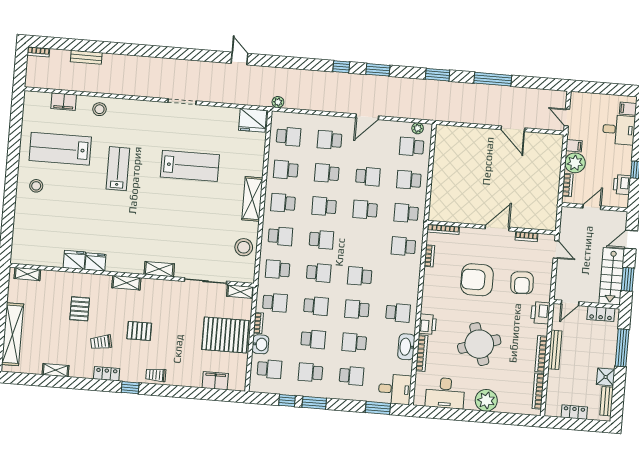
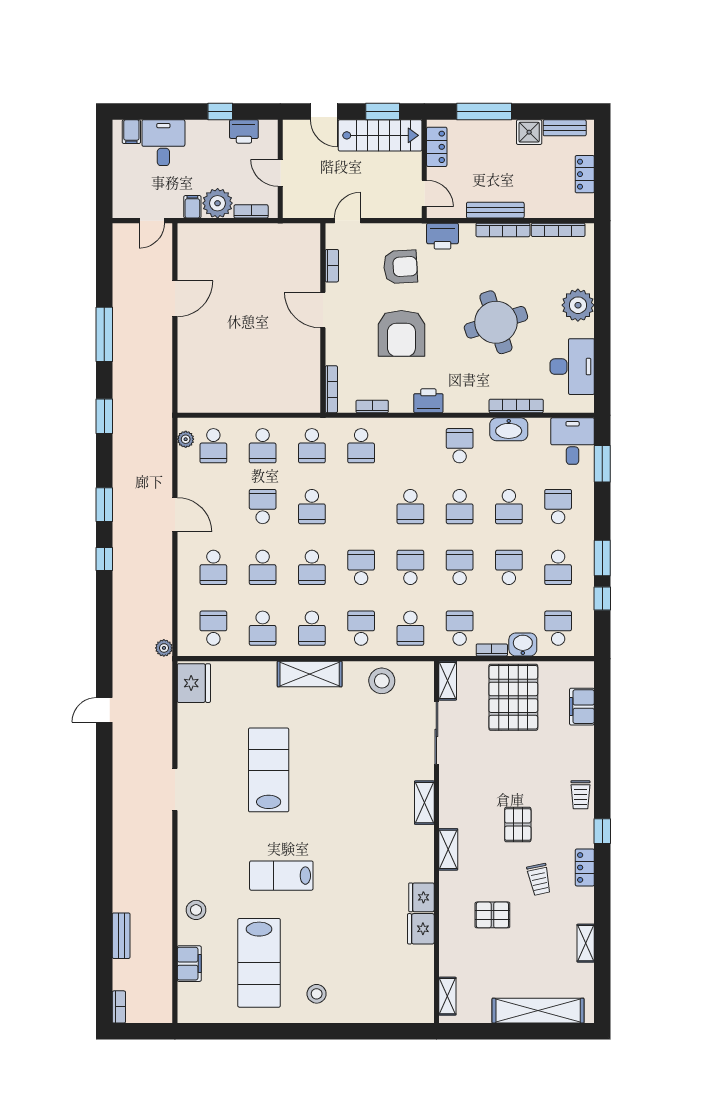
printer: (428, 324) -> (428, 401), moved

